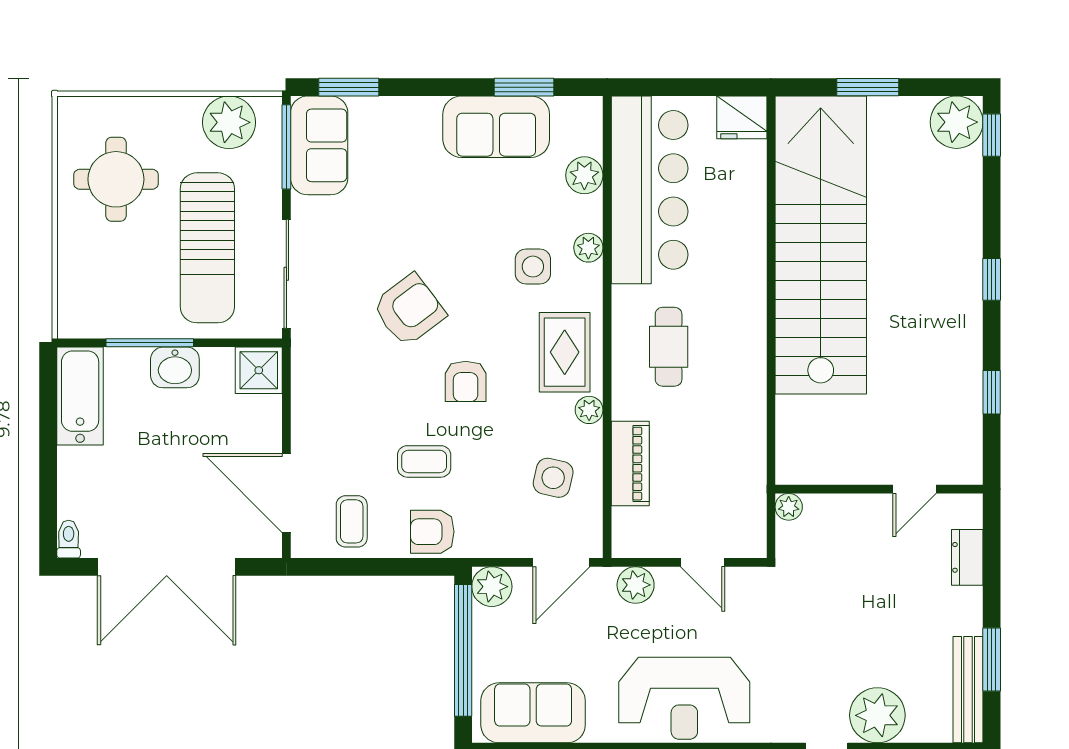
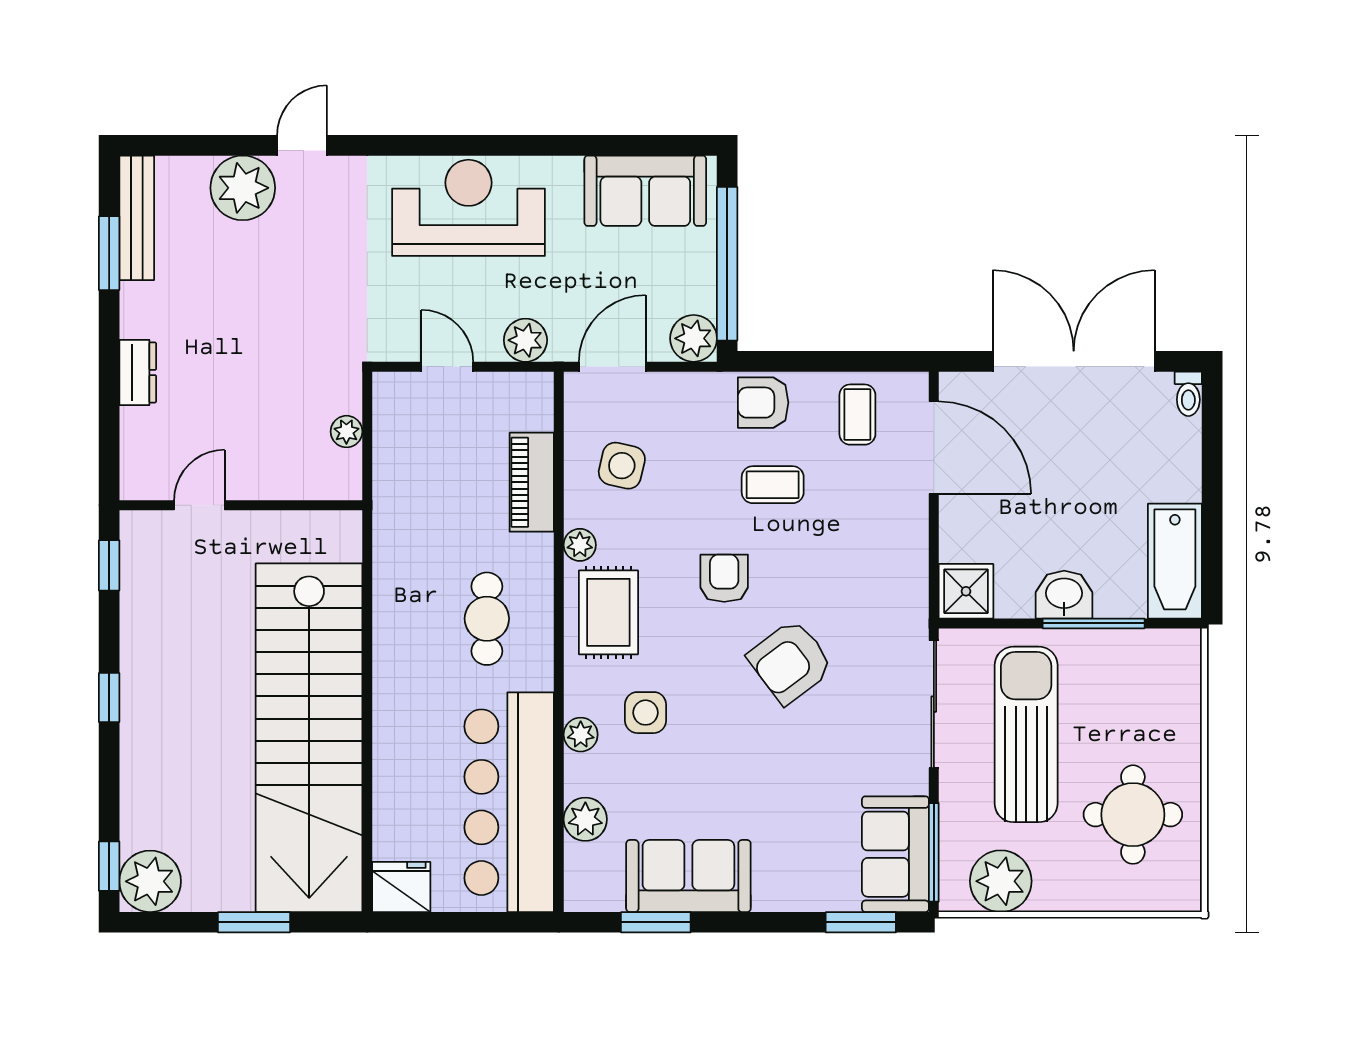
wall: (879, 489) -> (241, 505), moved
door: (914, 489) -> (199, 505), moved
armchair: (432, 532) -> (763, 403), turned 180

